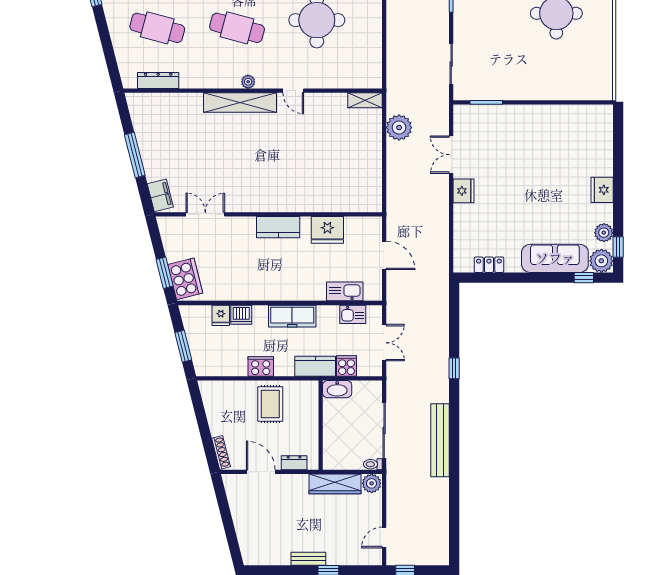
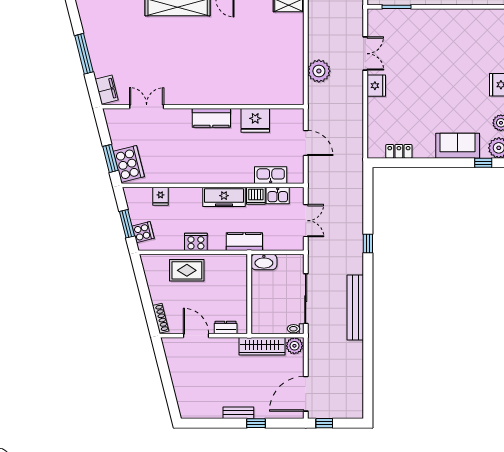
plant: (399, 128) -> (319, 71), moved
double door: (451, 155) -> (365, 54), swing flipped
sofa: (555, 258) -> (458, 146), width x0.73
dishwasher: (241, 315) -> (256, 196), moved
cooker: (346, 366) -> (143, 232), moved, turned 76
rug: (270, 404) -> (187, 270), moved, turned 90
door: (384, 537) -> (306, 394), width x1.87

